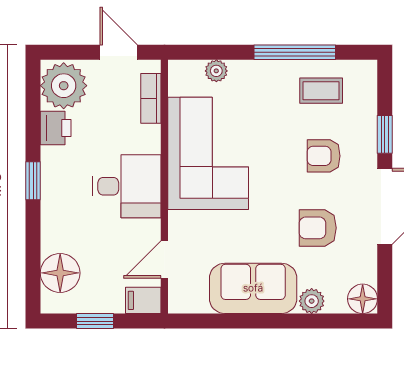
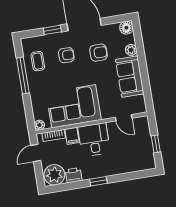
plant: (216, 71) -> (39, 125), moved
armchair: (324, 156) -> (66, 55), turned -90
armchair: (318, 228) -> (98, 53), turned -90
floor lamp: (60, 273) -> (137, 163), removed
filing cabinet: (143, 300) -> (72, 136), moved

